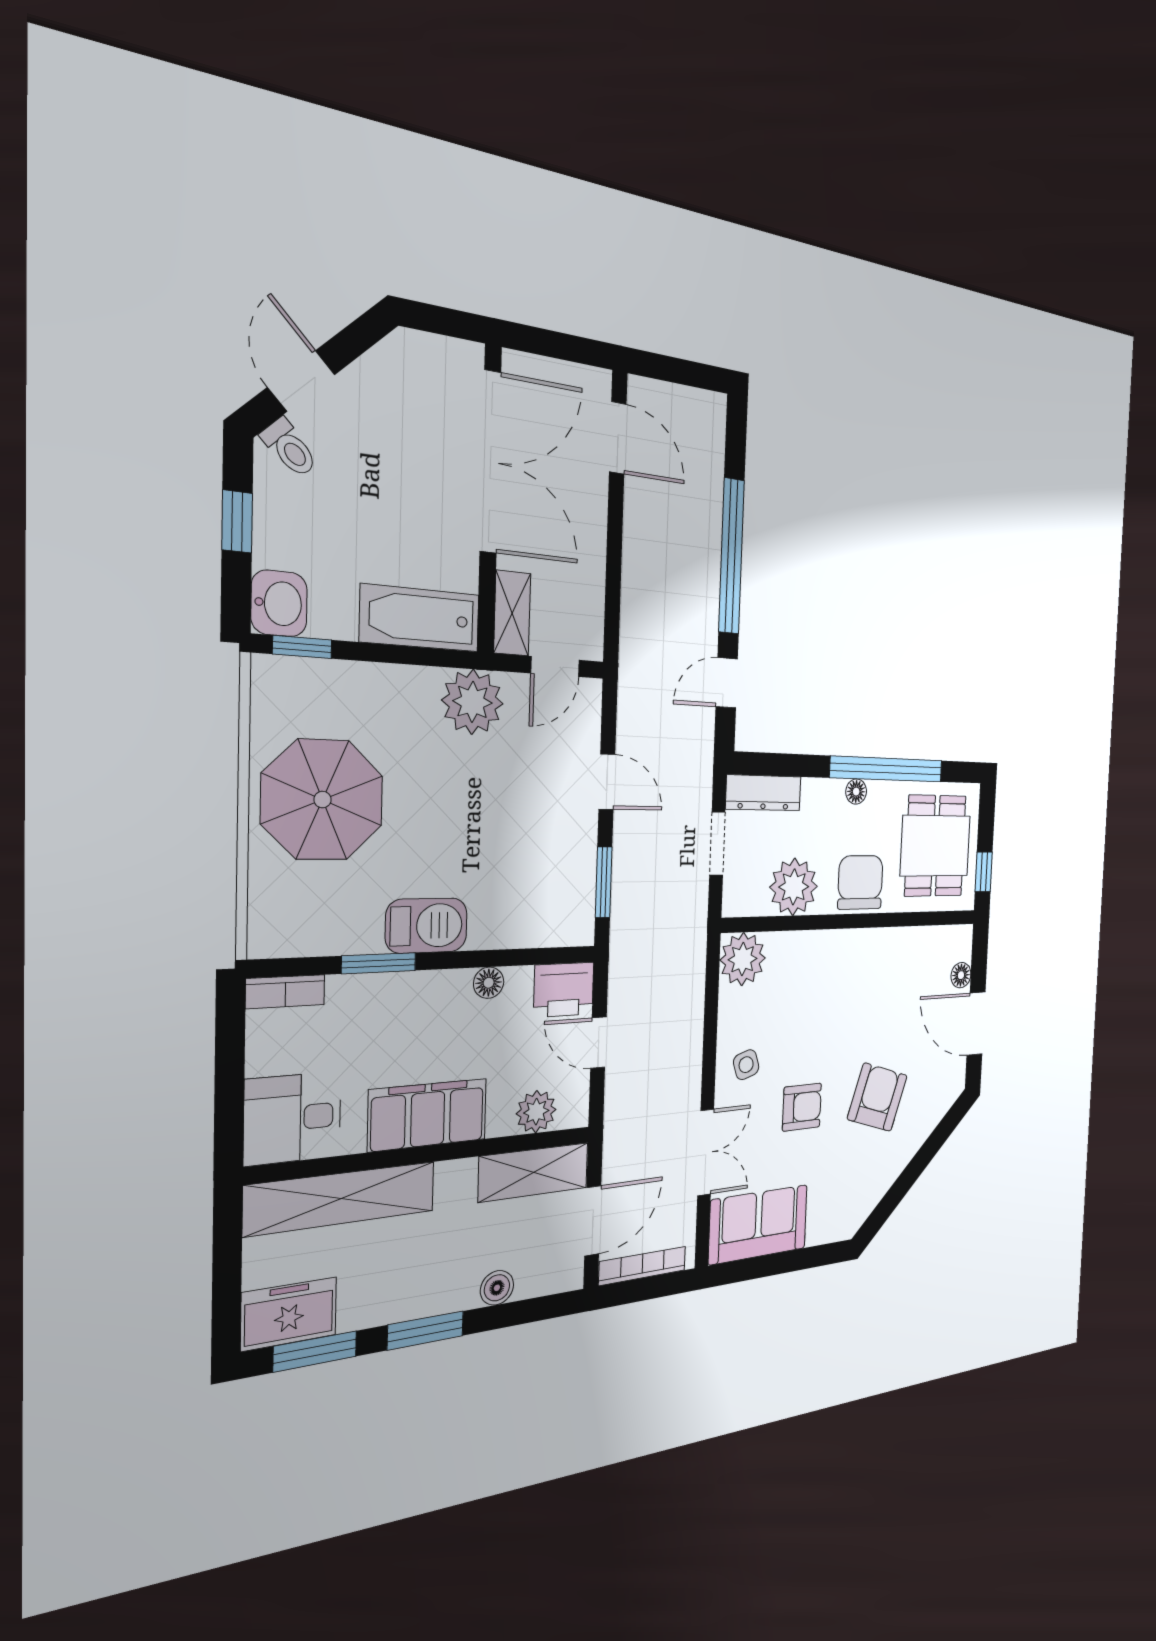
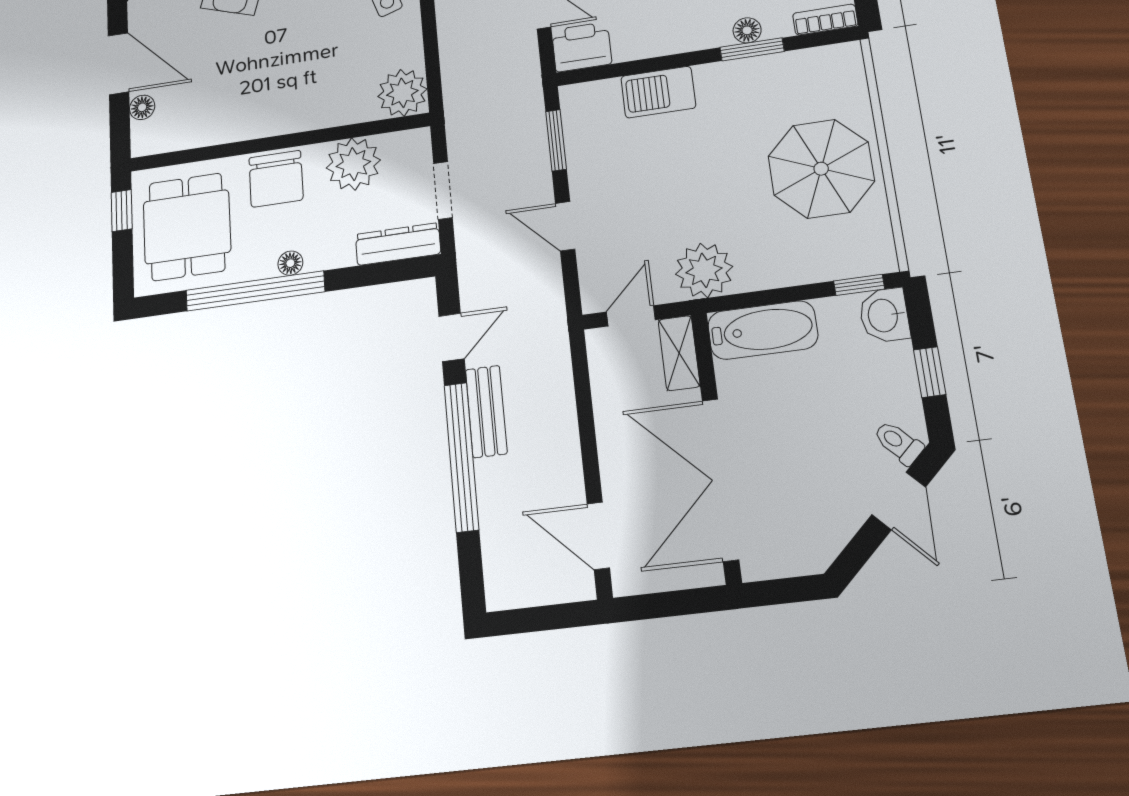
bench: (704, 597) -> (486, 411), added
barbecue: (426, 926) -> (658, 92), moved
floor lamp: (489, 983) -> (747, 30), moved

